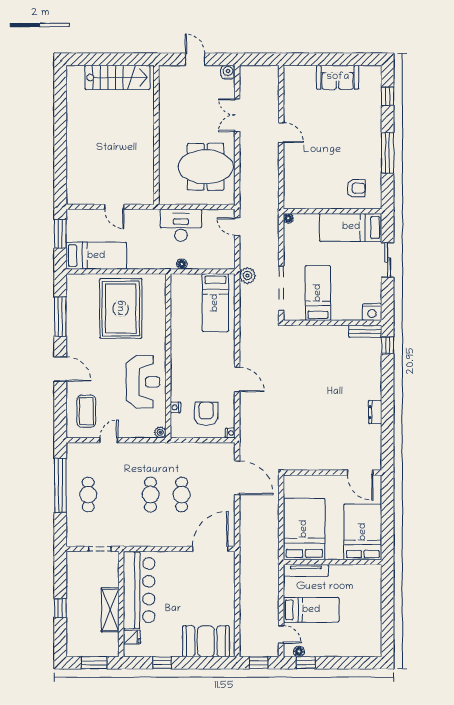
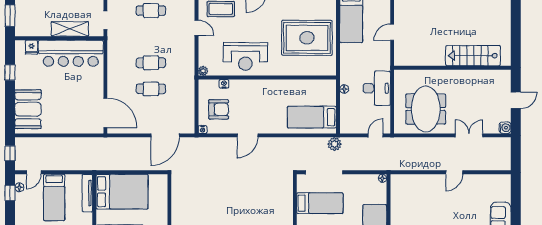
stairs: (117, 77) -> (473, 56), moved, turned 90
shelving: (110, 610) -> (70, 29), moved

